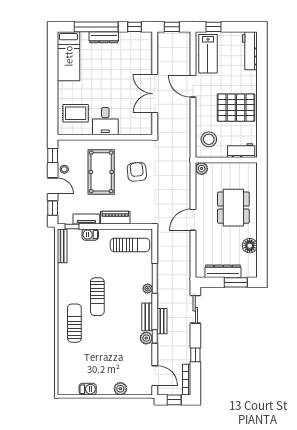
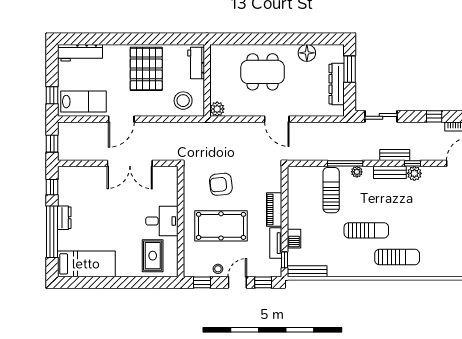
dresser: (104, 37) -> (64, 218), width x0.70
sun lounger: (130, 245) -> (331, 190), moved
sun lounger: (74, 323) -> (397, 257), turned 180

